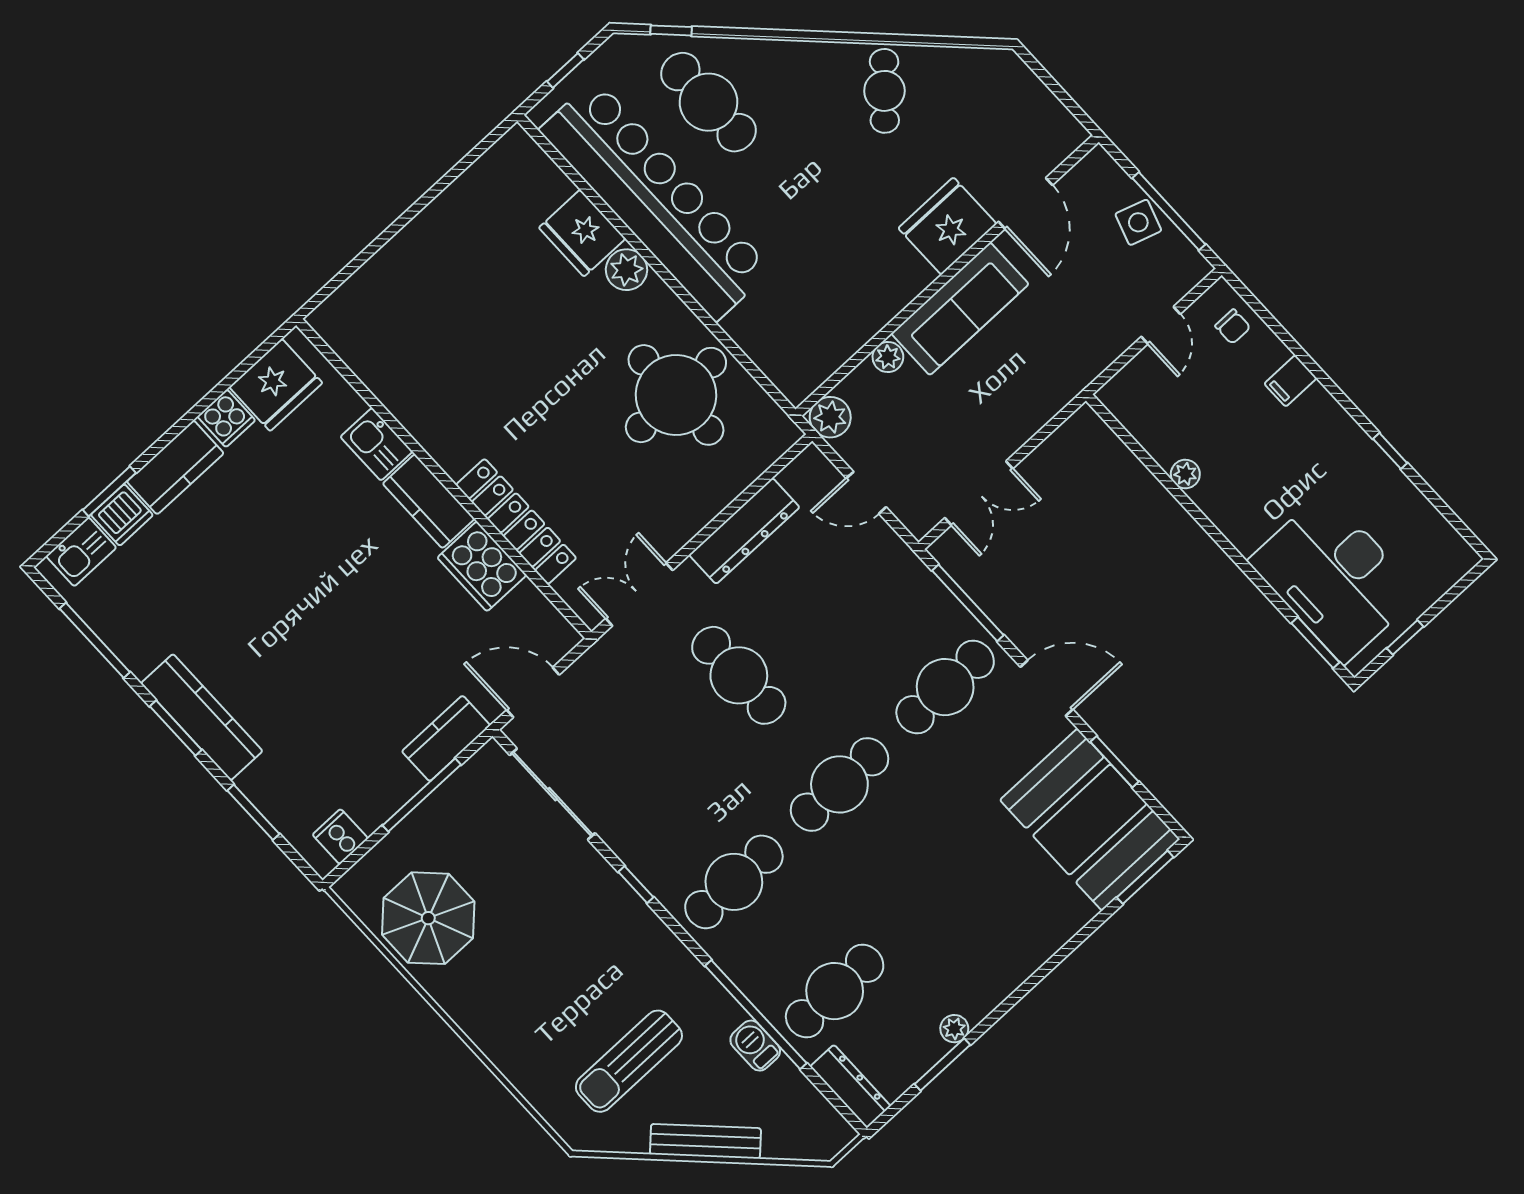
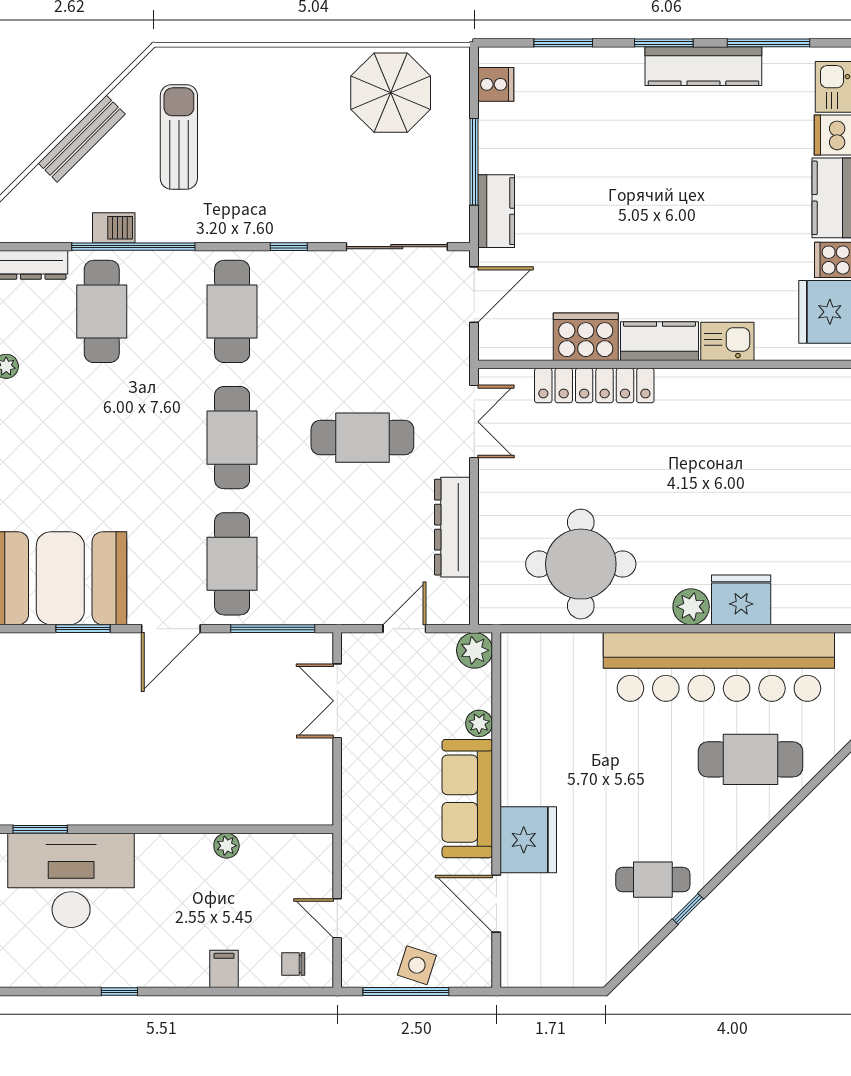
window: (671, 30) -> (688, 909), moved
cafe table: (884, 91) -> (653, 880), turned -42
kitchen counter: (202, 717) -> (703, 66), moved

